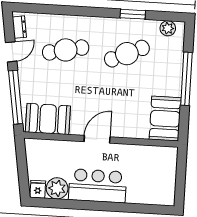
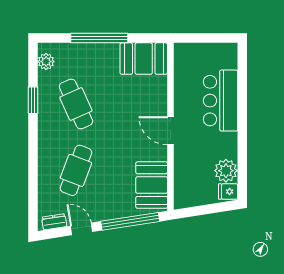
cafe table: (66, 50) -> (76, 170), turned 33
bar counter: (98, 186) -> (221, 101), moved

